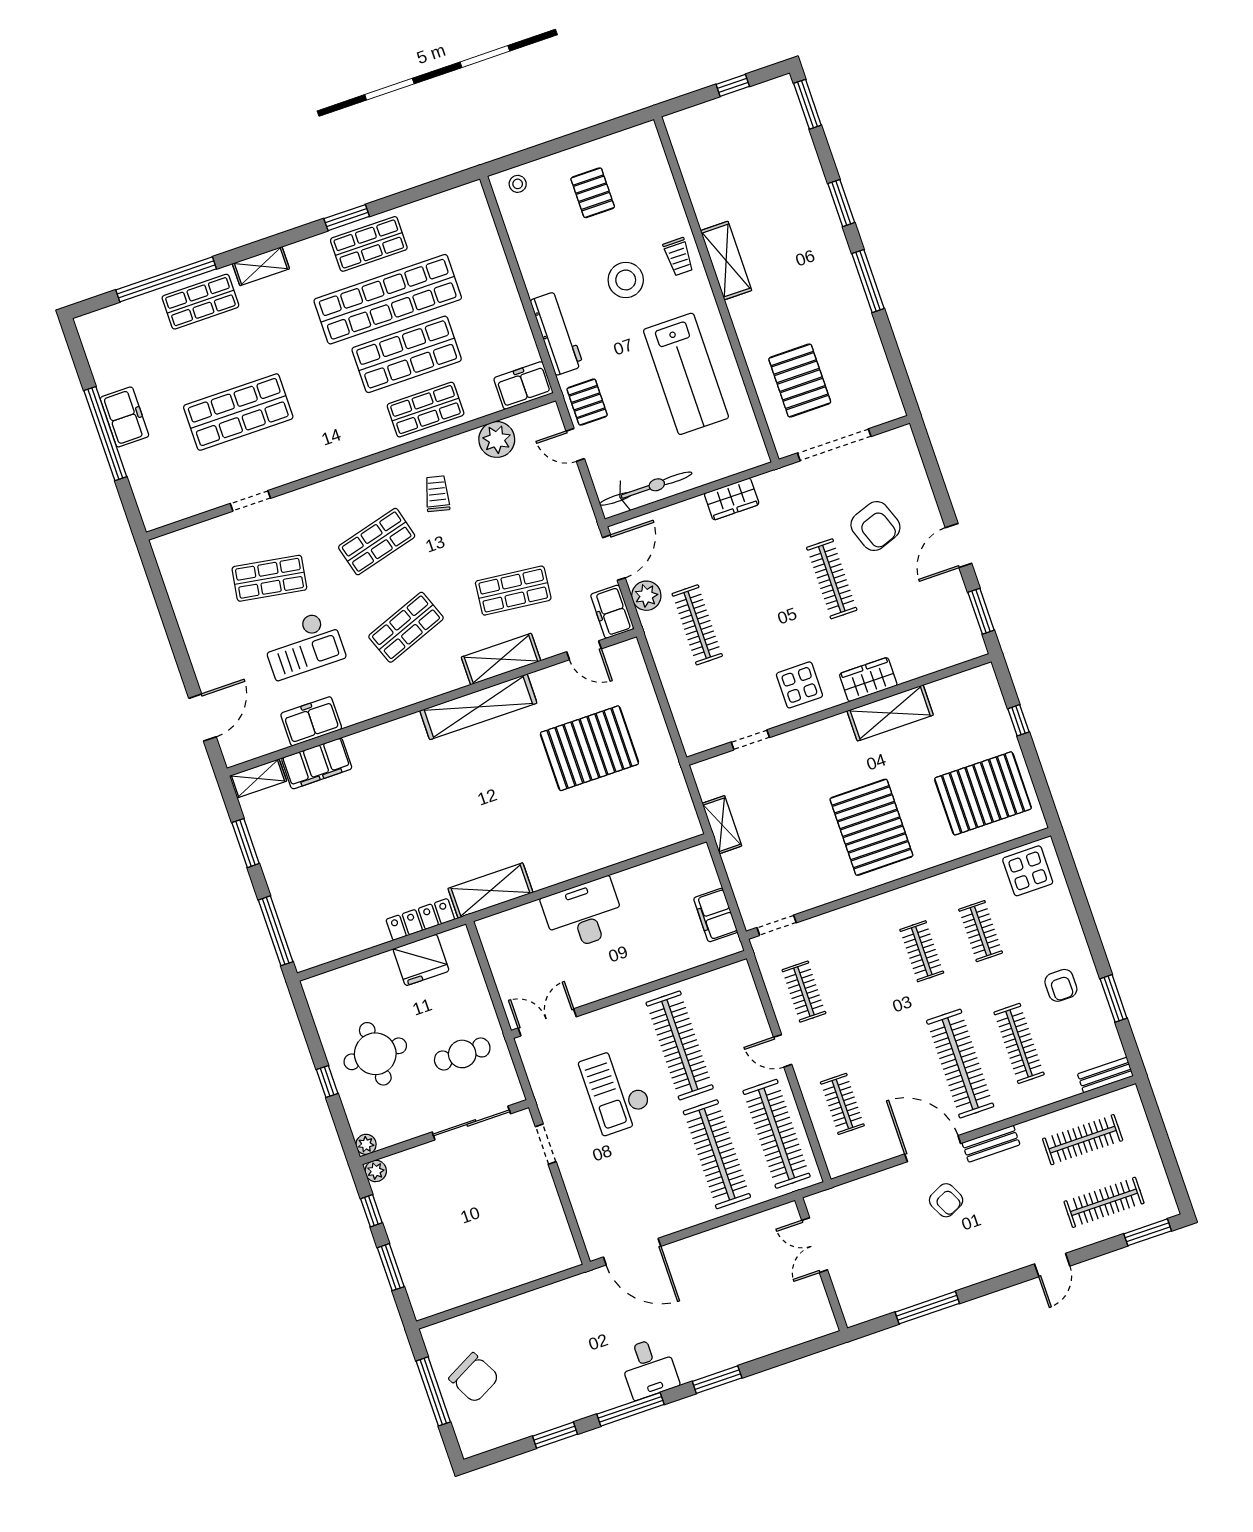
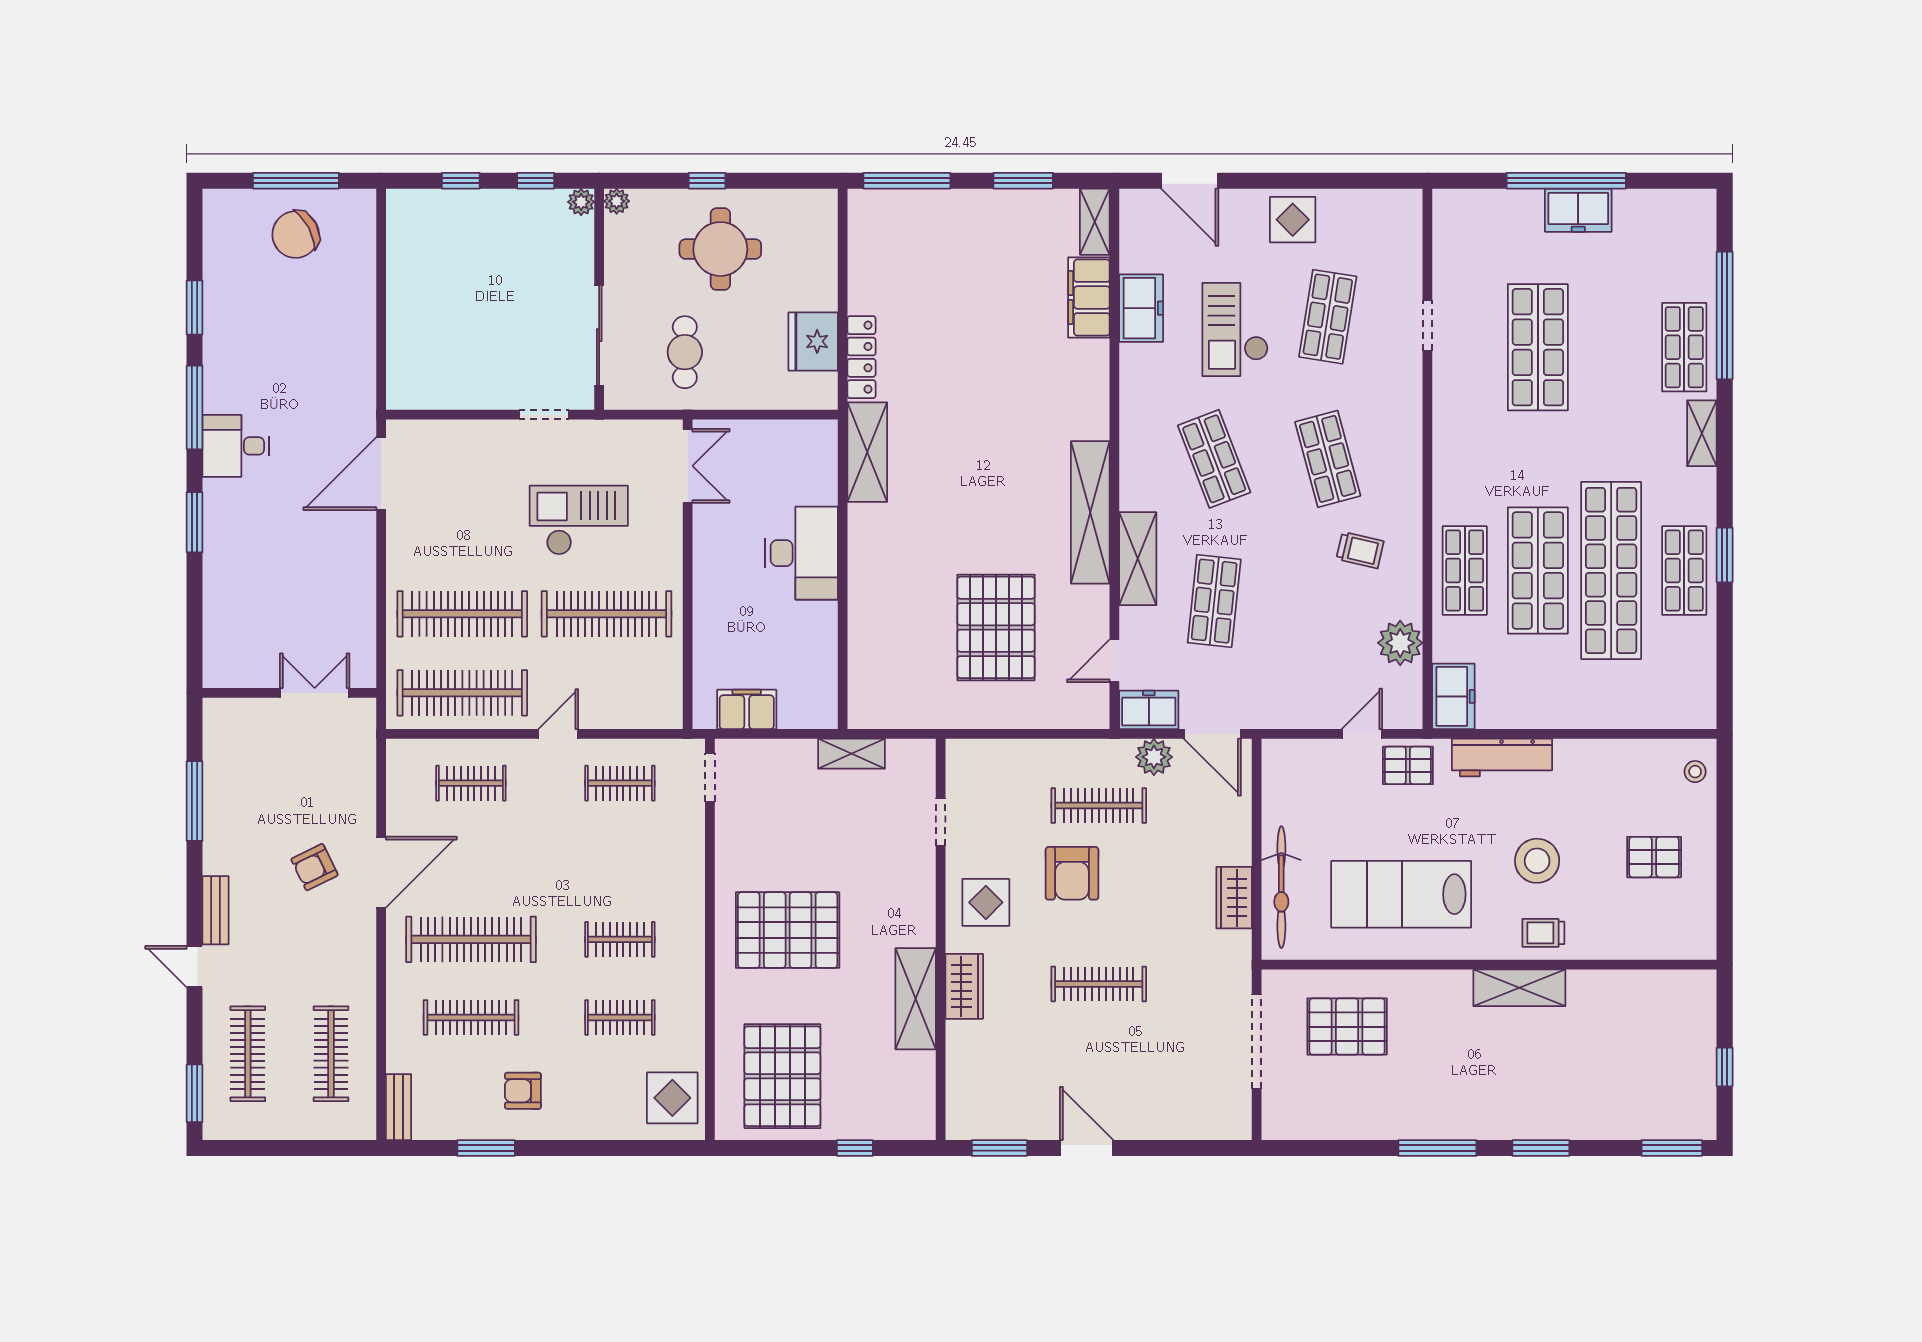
bicycle: (646, 489) -> (1281, 887), moved
armchair: (875, 526) -> (1072, 873), moved, turned -70
display table: (205, 630) -> (1293, 220), added
bench: (991, 1144) -> (216, 910), moved
window: (391, 1267) -> (461, 181), width x0.67

